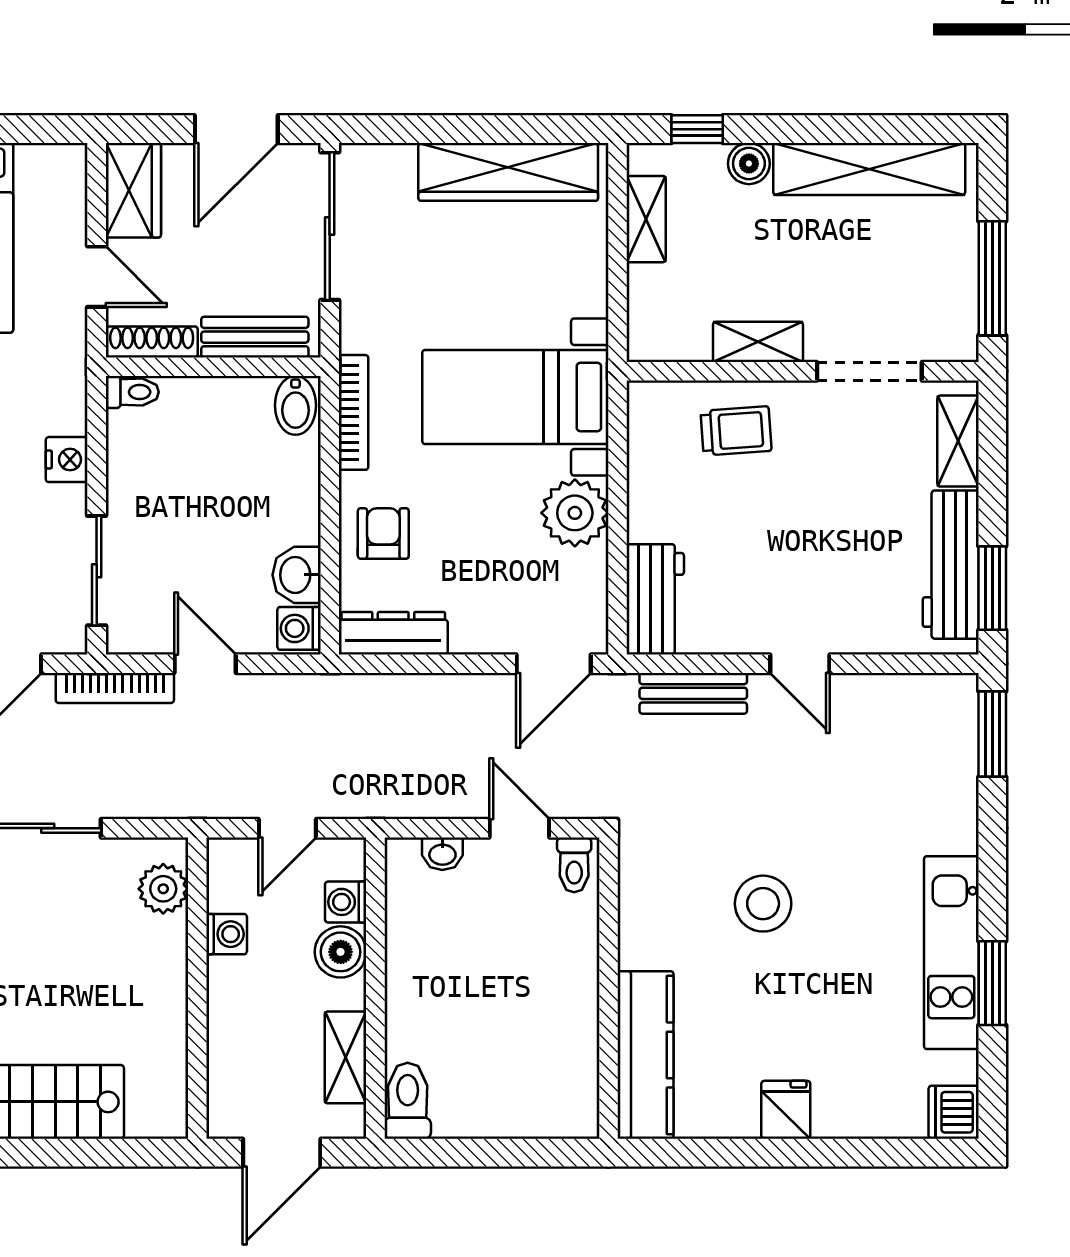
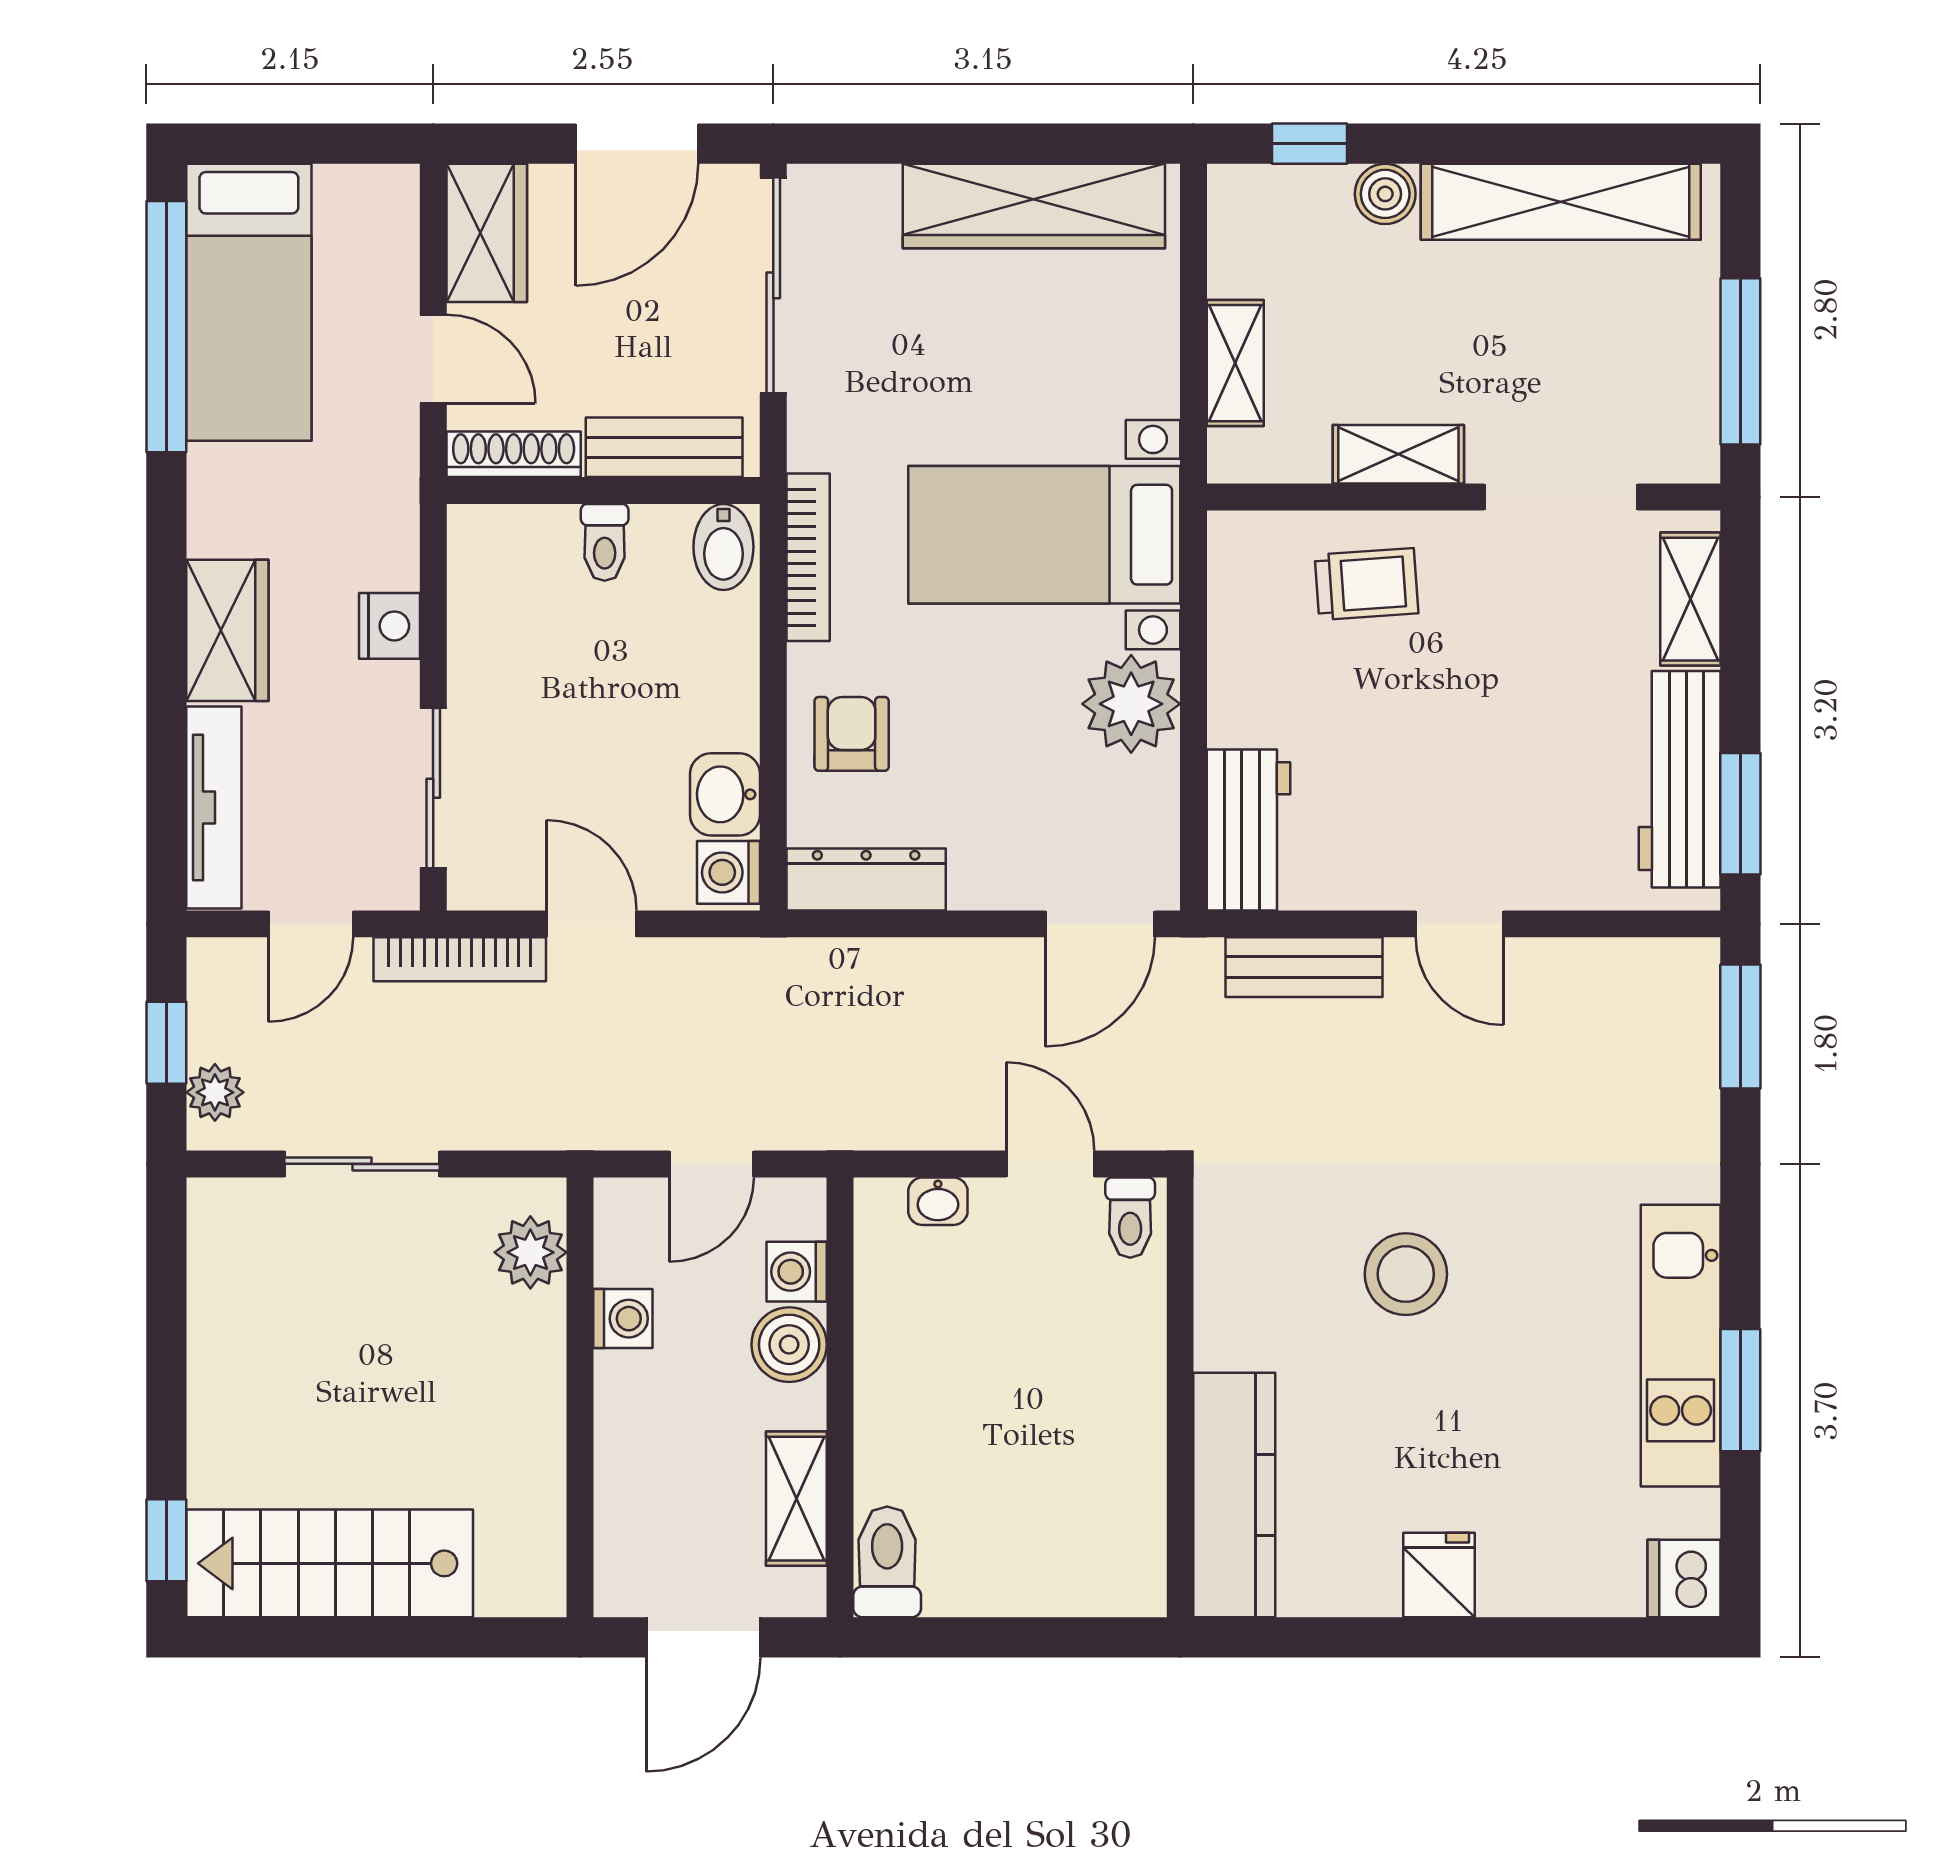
shelving: (646, 219) -> (1235, 363), moved
toilet: (132, 392) -> (605, 542), moved, turned 90

